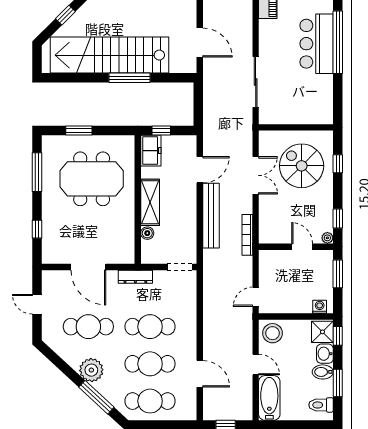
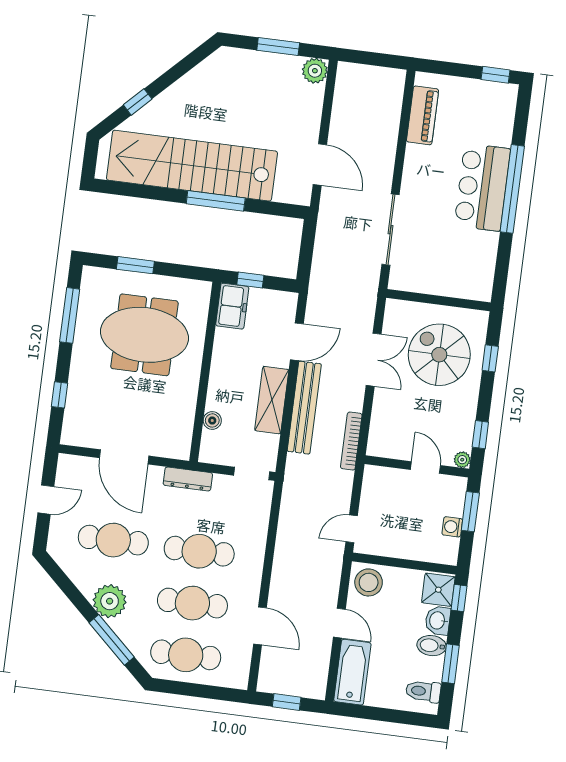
shelving: (150, 202) -> (272, 400), moved
door: (37, 304) -> (46, 500), swing flipped
washing machine: (320, 307) -> (452, 527), moved, turned -90

